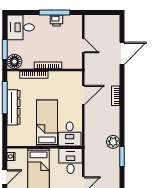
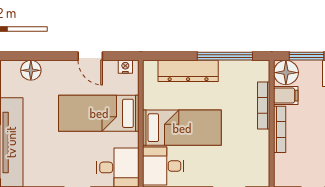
filing cabinet: (28, 62) -> (286, 96), added
dresser: (13, 107) -> (188, 71), moved

